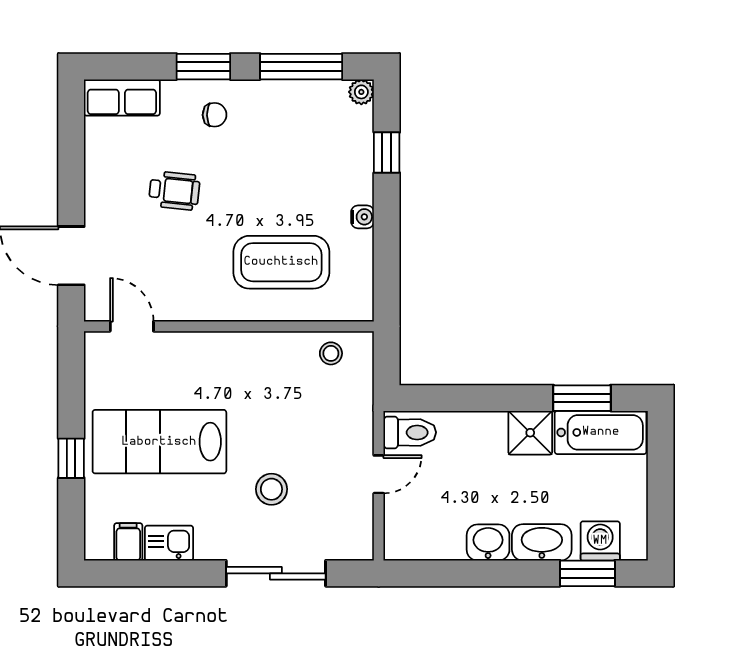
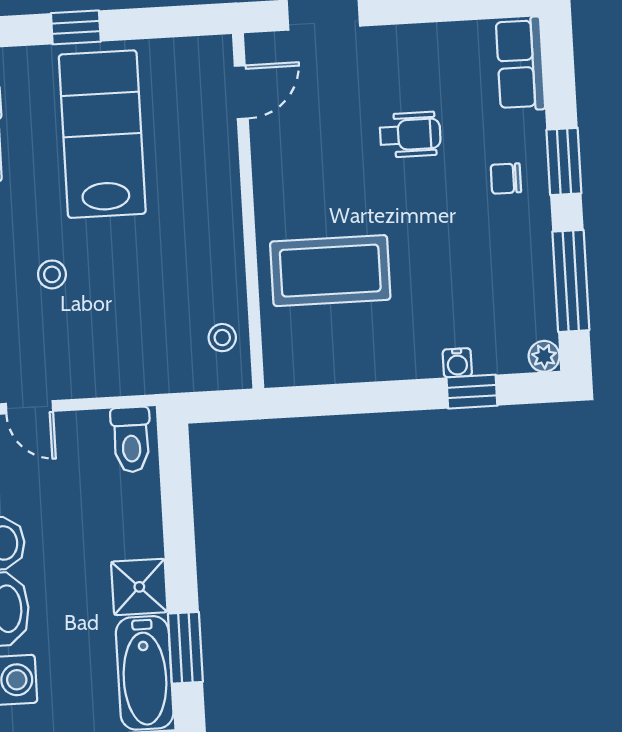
chair: (215, 115) -> (506, 179), turned 90
wheelchair: (174, 191) -> (410, 135), turned -96
water cooler: (362, 217) -> (457, 363), moved
coffee table: (281, 262) -> (330, 271), turned 90
door: (379, 474) -> (30, 407), moved
stool: (271, 489) -> (52, 274), width x0.73, depth x0.73

